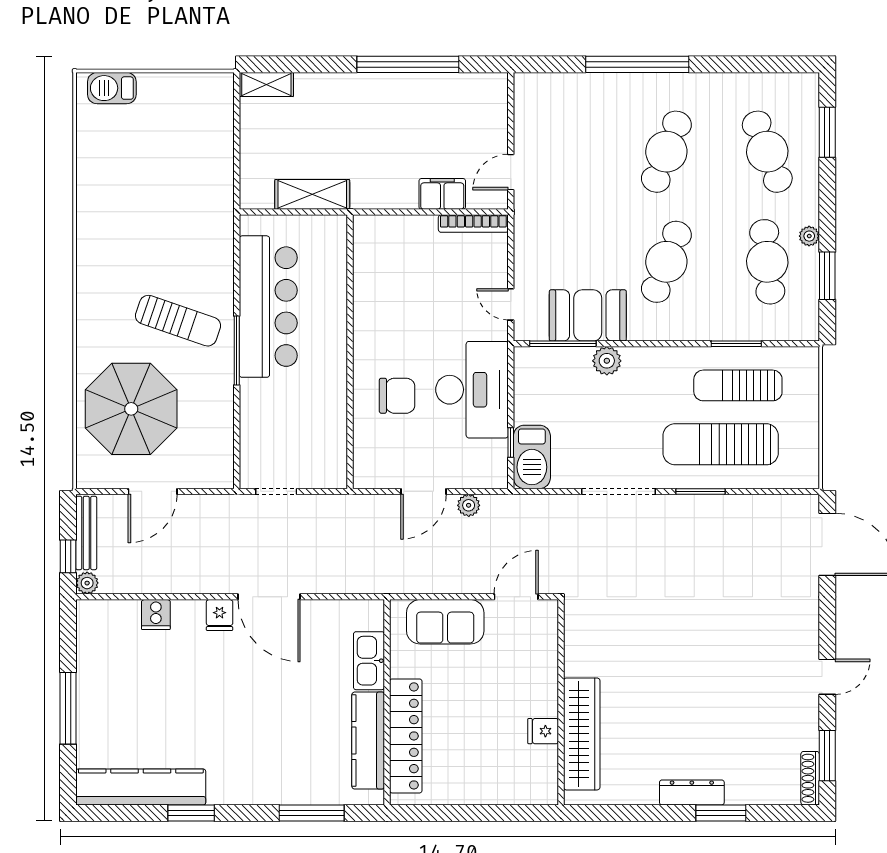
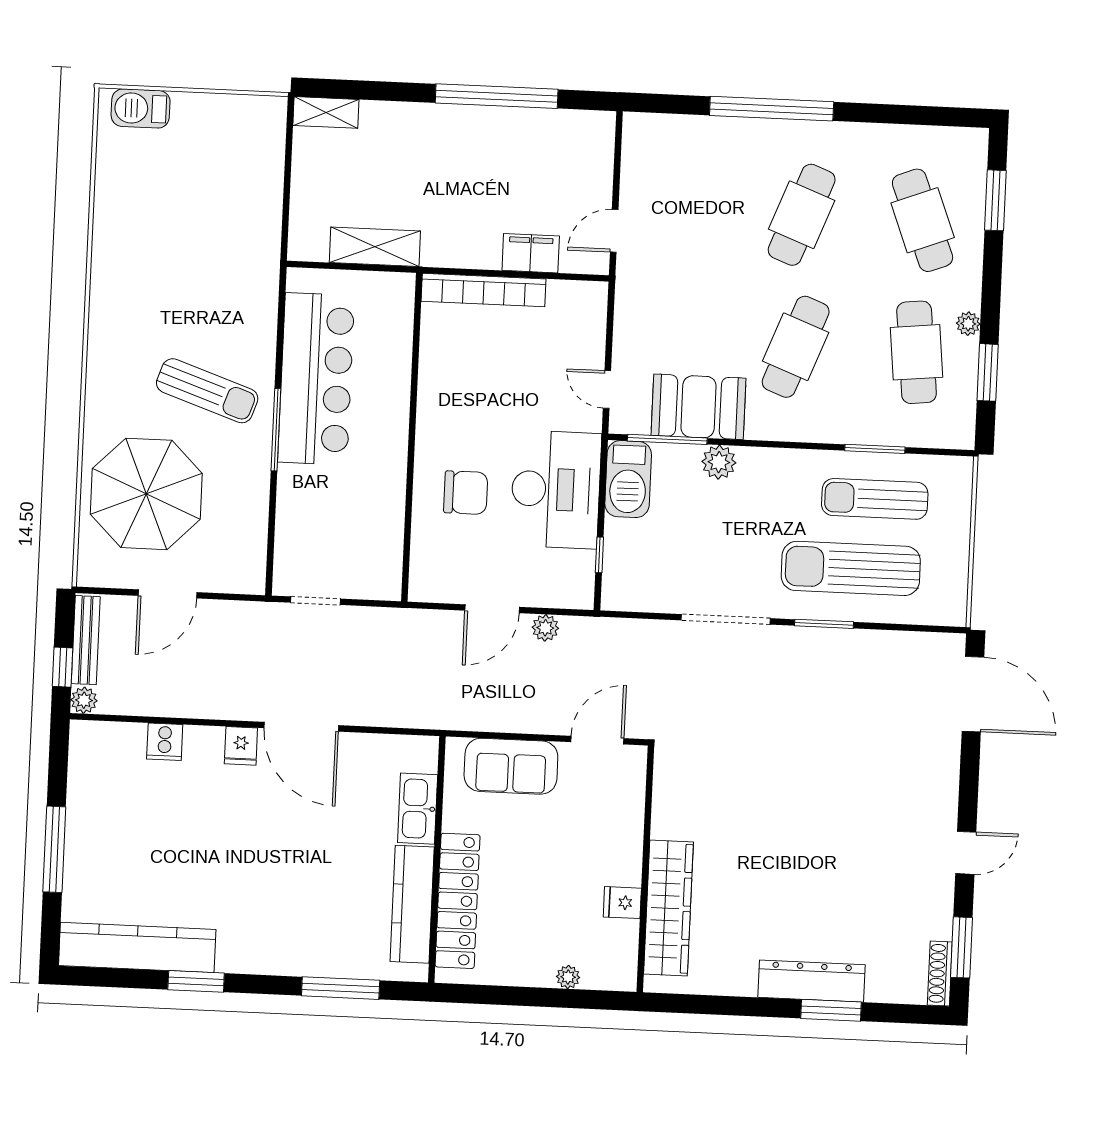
bookcase: (473, 224) -> (484, 290), moved, width x1.48, depth x1.31
barbecue: (532, 457) -> (628, 479), moved
dresser: (692, 792) -> (812, 981), width x1.37, depth x1.24
plant: (501, 795) -> (568, 977), added

